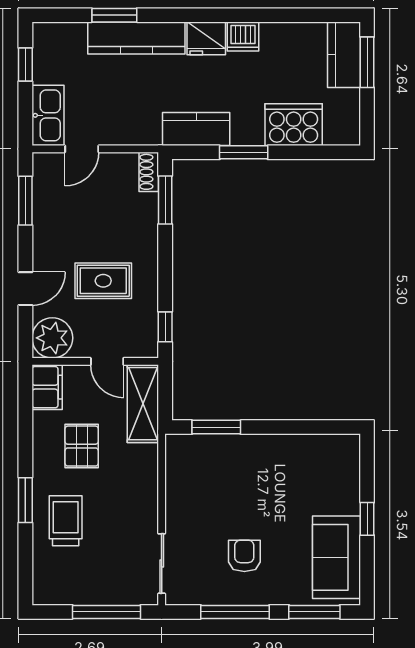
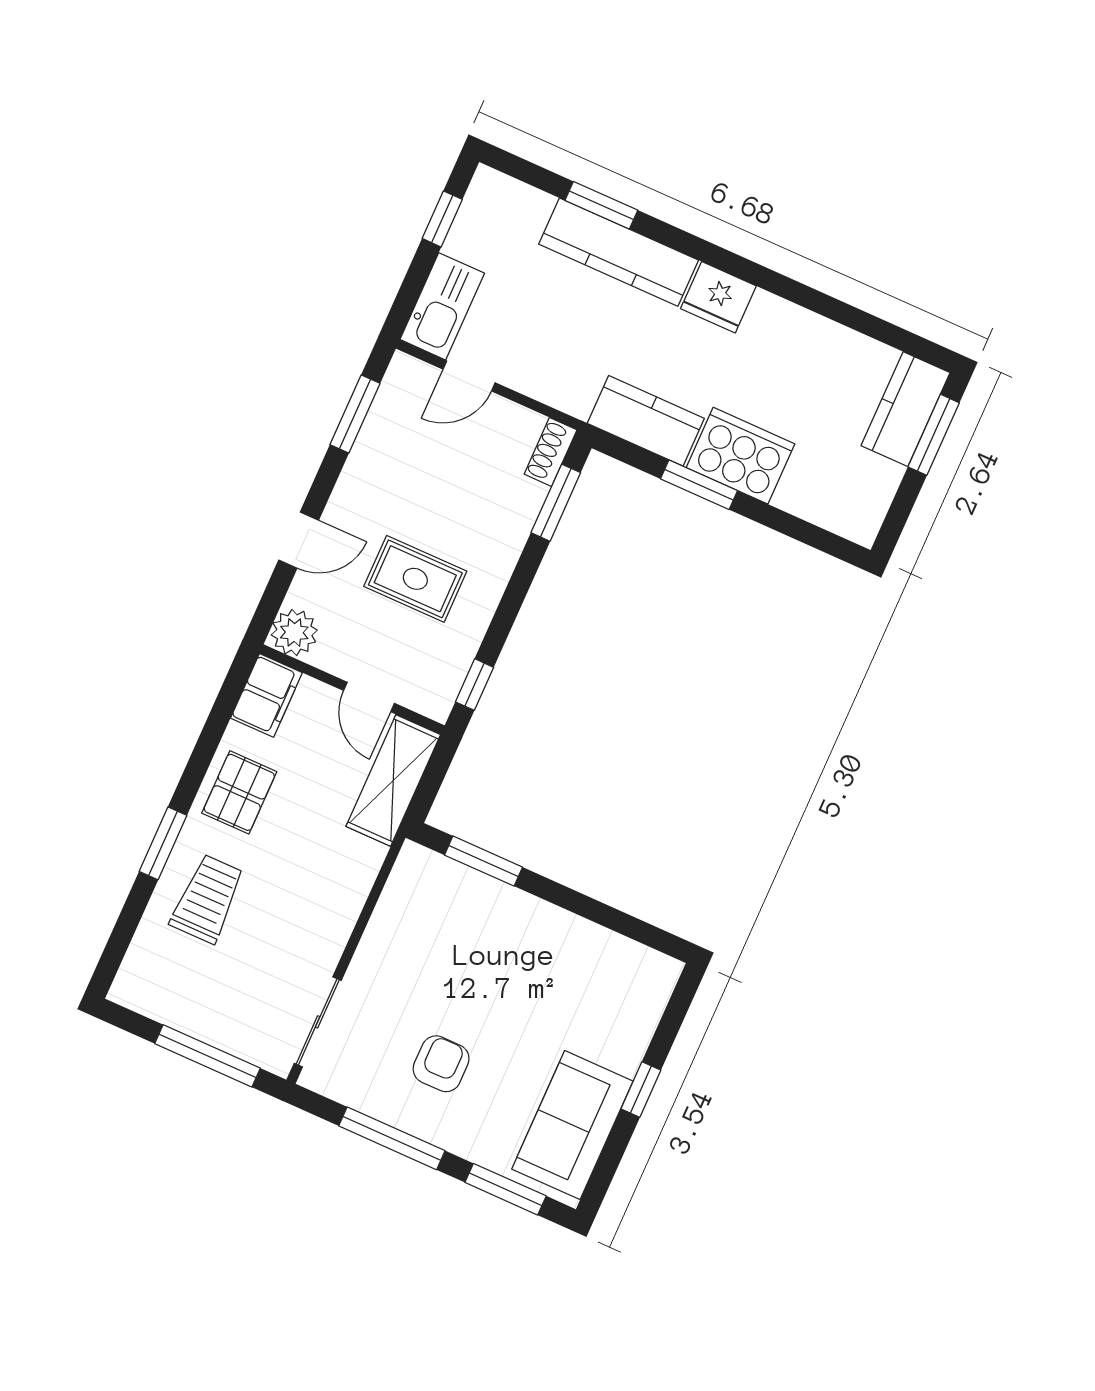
dishwasher: (243, 36) -> (772, 318), removed
cooker: (294, 125) -> (741, 456), moved
plant: (52, 338) -> (294, 632), width x0.73, depth x0.73
pallet: (82, 446) -> (239, 792), moved

